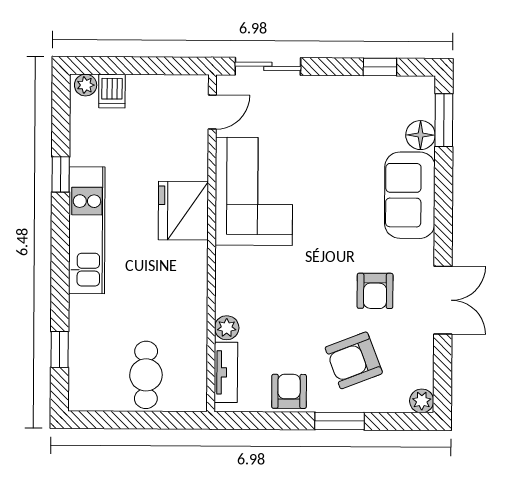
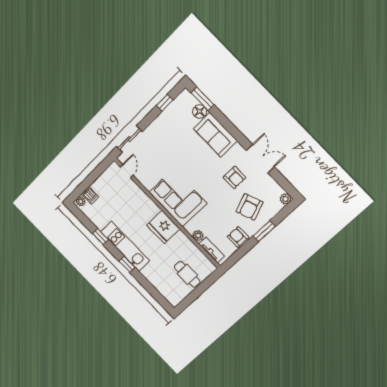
corner sofa: (254, 191) -> (178, 198), moved
fridge: (183, 211) -> (163, 227), moved
window: (60, 349) -> (127, 264), moved

